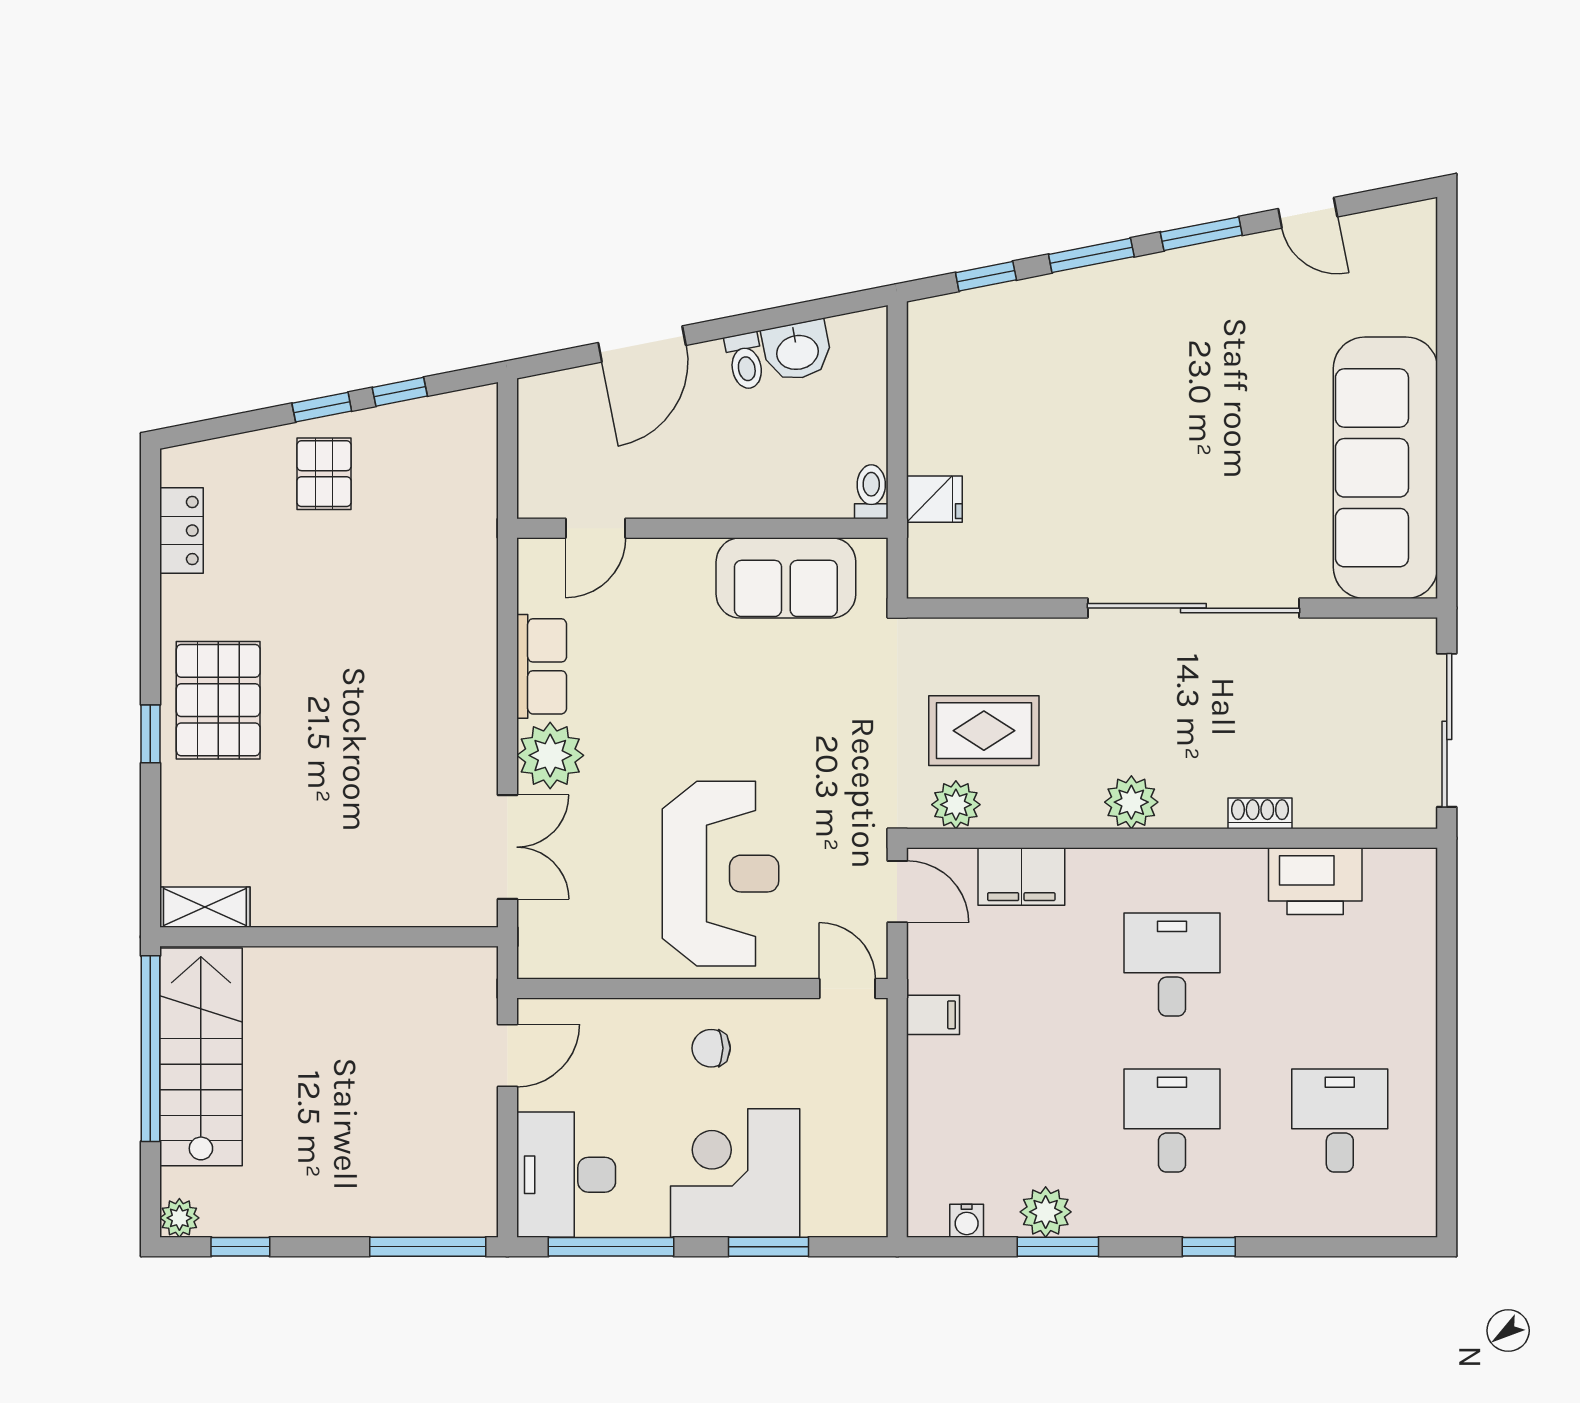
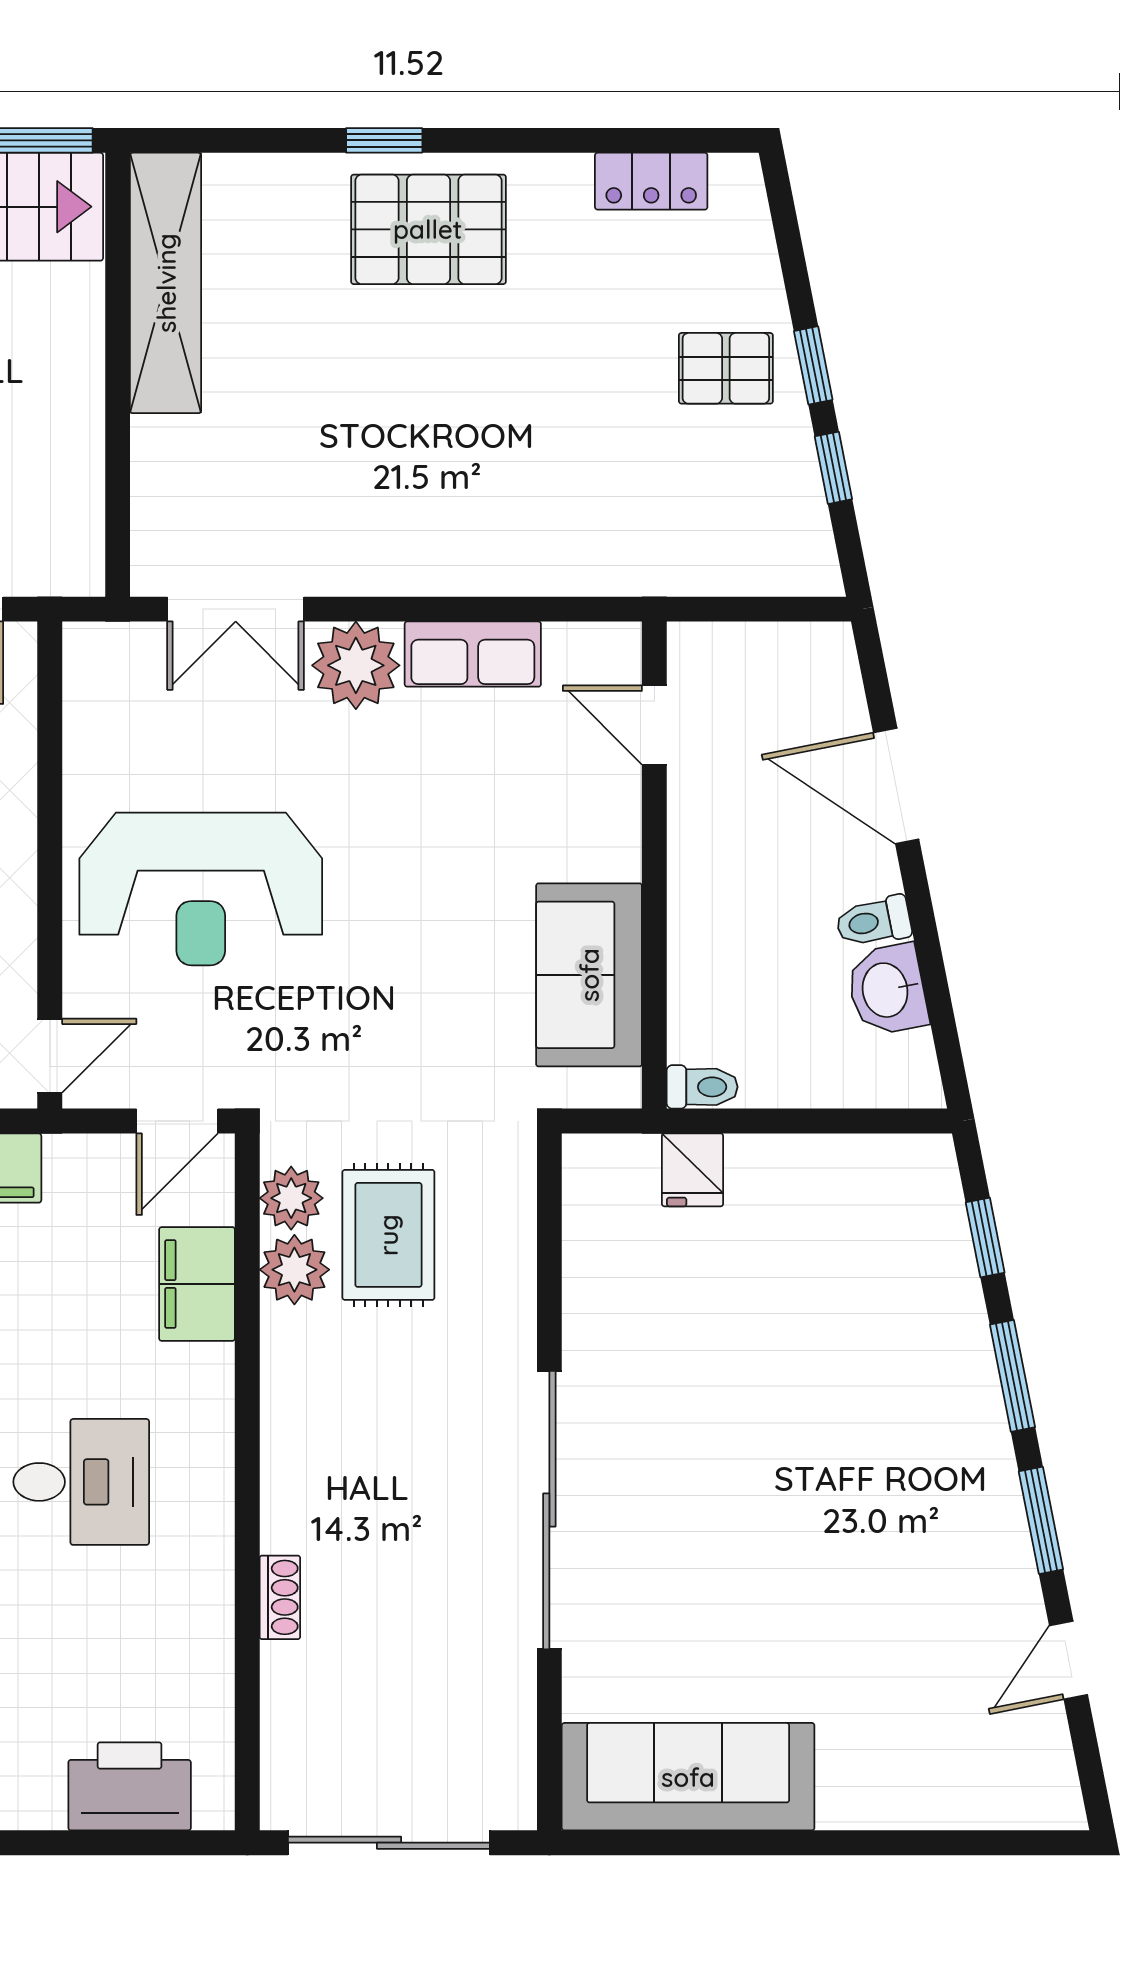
sofa: (1385, 468) -> (688, 1777), width x0.74, depth x0.79
plant: (1131, 802) -> (294, 1270), moved
printer: (1315, 881) -> (130, 1786), moved, turned 90
shelving: (205, 907) -> (166, 283), width x2.20, depth x1.33

